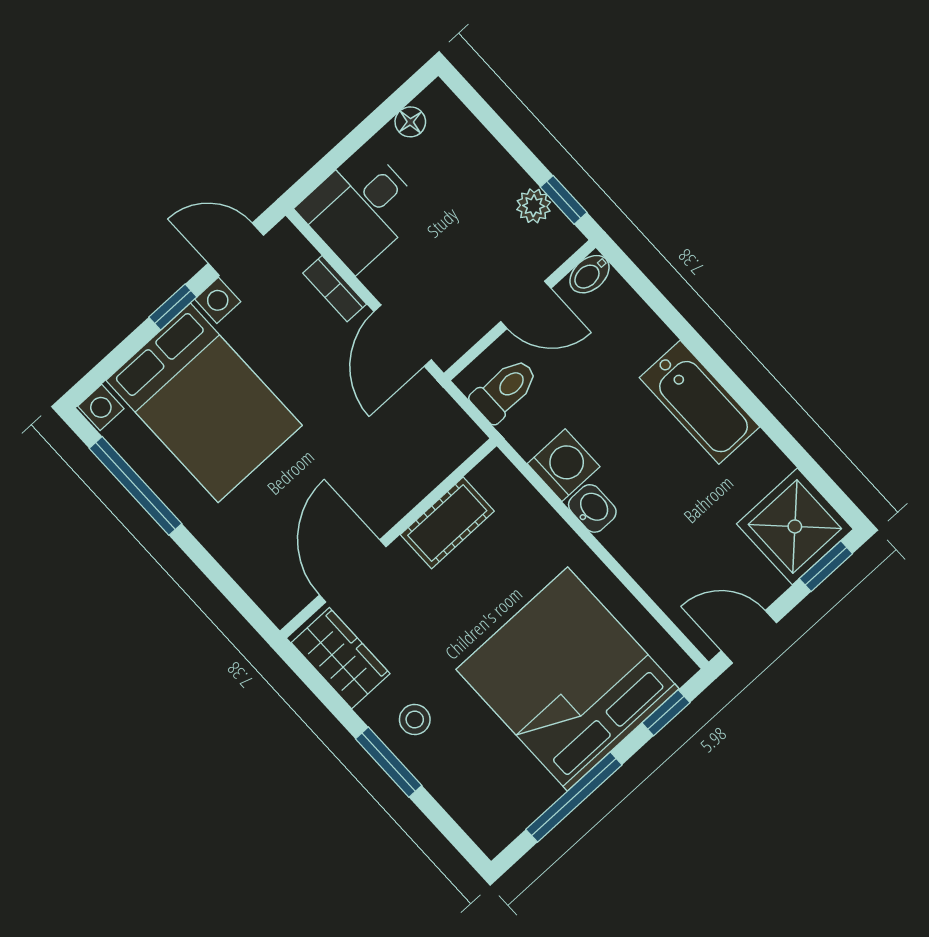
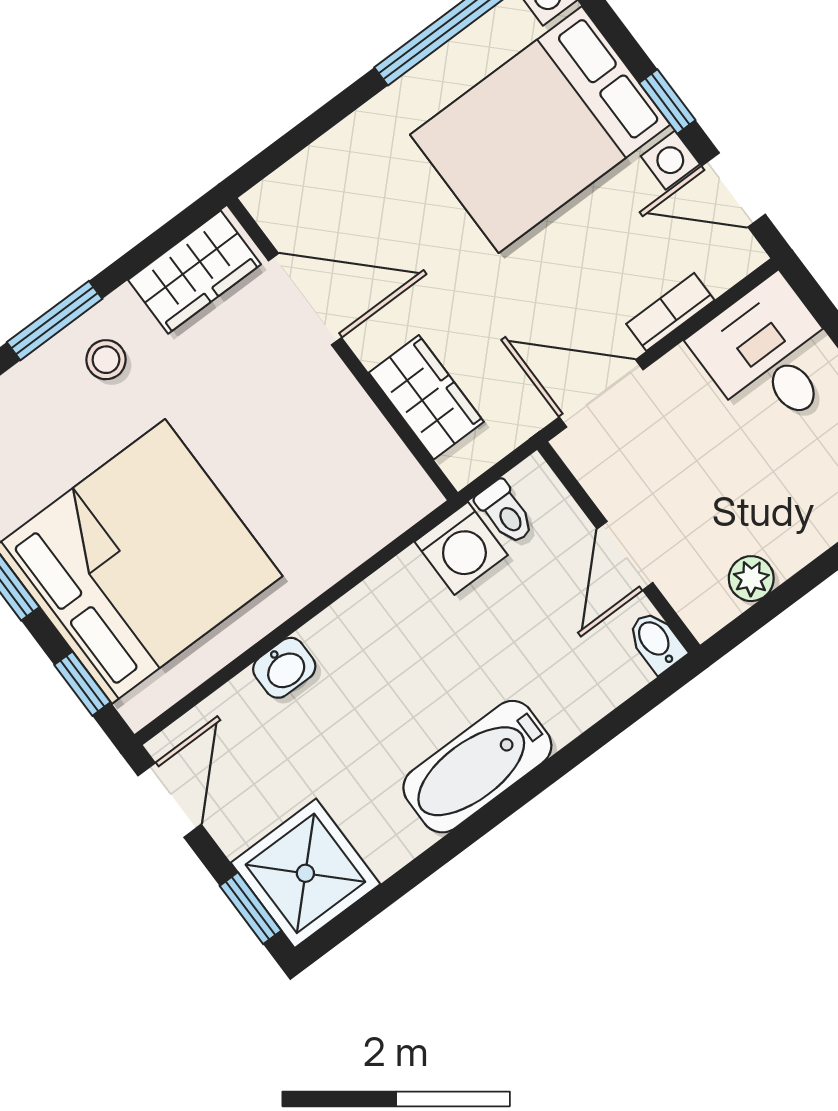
window: (564, 200) -> (755, 618), removed
door: (236, 249) -> (734, 190), swing flipped
toilet: (505, 390) -> (505, 512), width x0.73, depth x0.72
washing machine: (564, 465) -> (461, 548), moved
wardrobe: (419, 470) -> (426, 397), added
washbasin: (592, 508) -> (284, 668), moved
cot: (447, 523) -> (355, 427), removed

